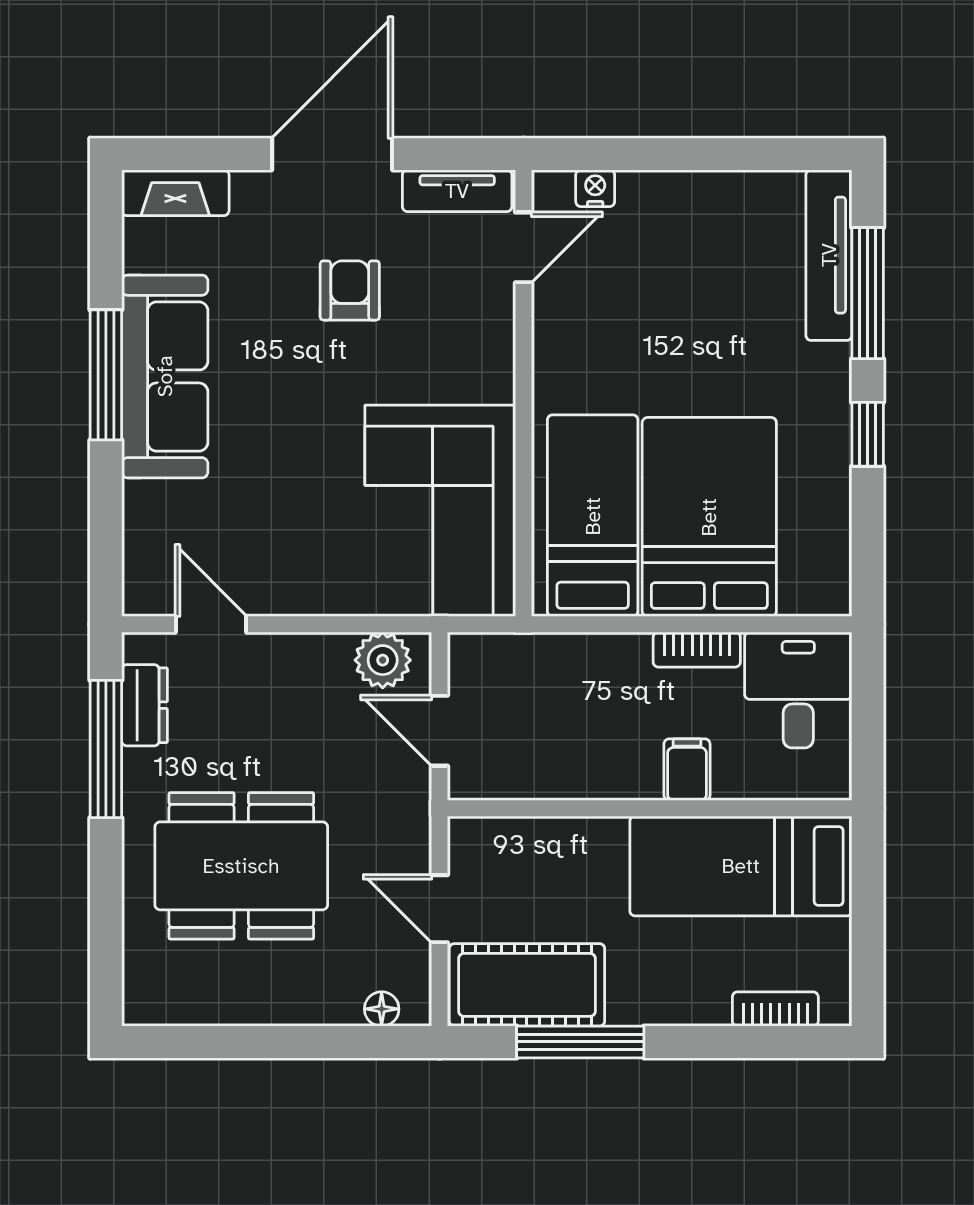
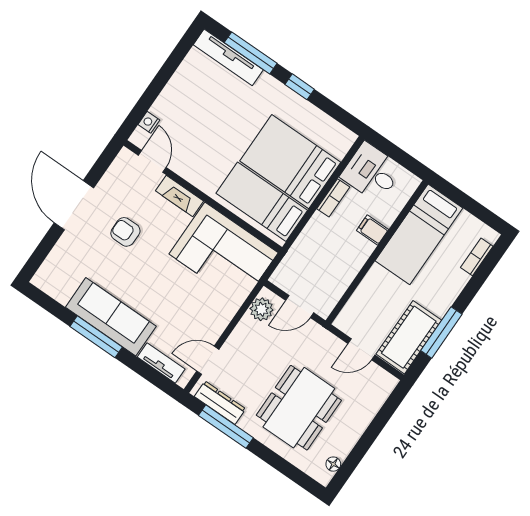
tv unit: (457, 191) -> (161, 363), moved, turned -90
fireplace: (175, 193) -> (179, 196), moved, turned 90
dresser: (145, 705) -> (220, 403), width x1.44
floor lamp: (382, 1009) -> (333, 464), moved

